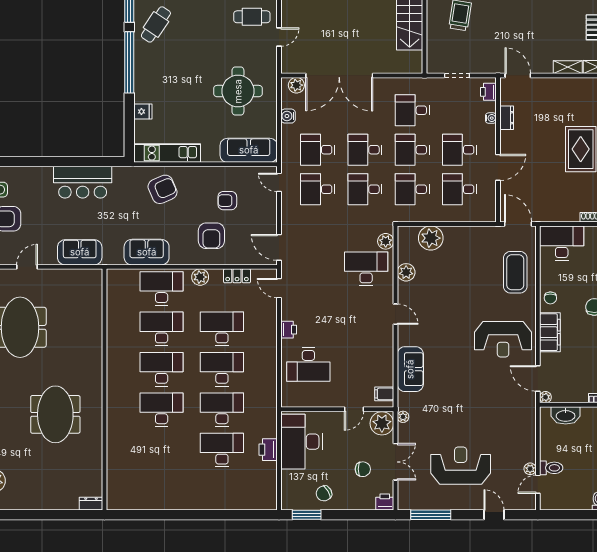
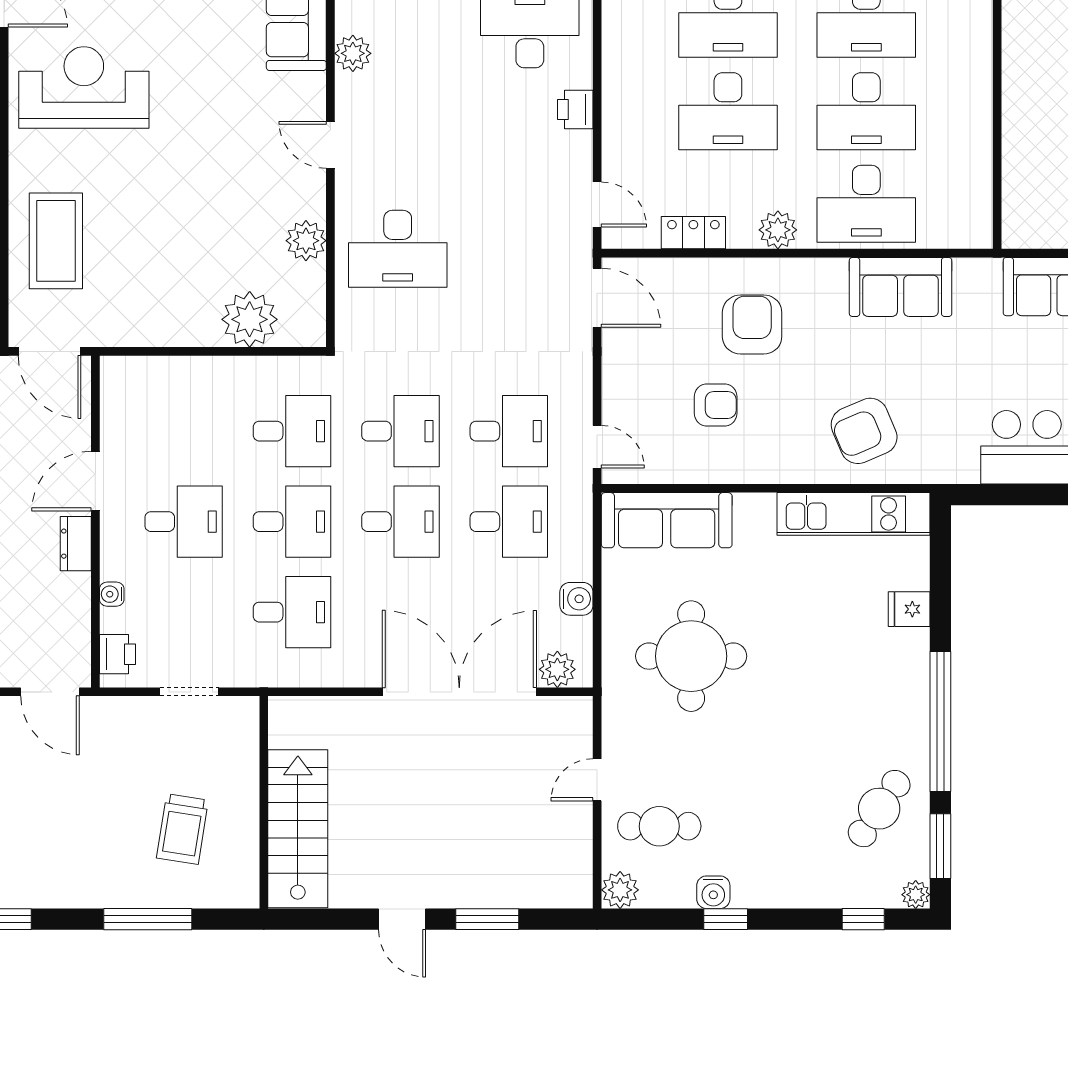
dresser: (507, 118) -> (76, 544), moved
desk: (459, 189) -> (184, 431), removed
plant: (386, 241) -> (353, 53), moved

